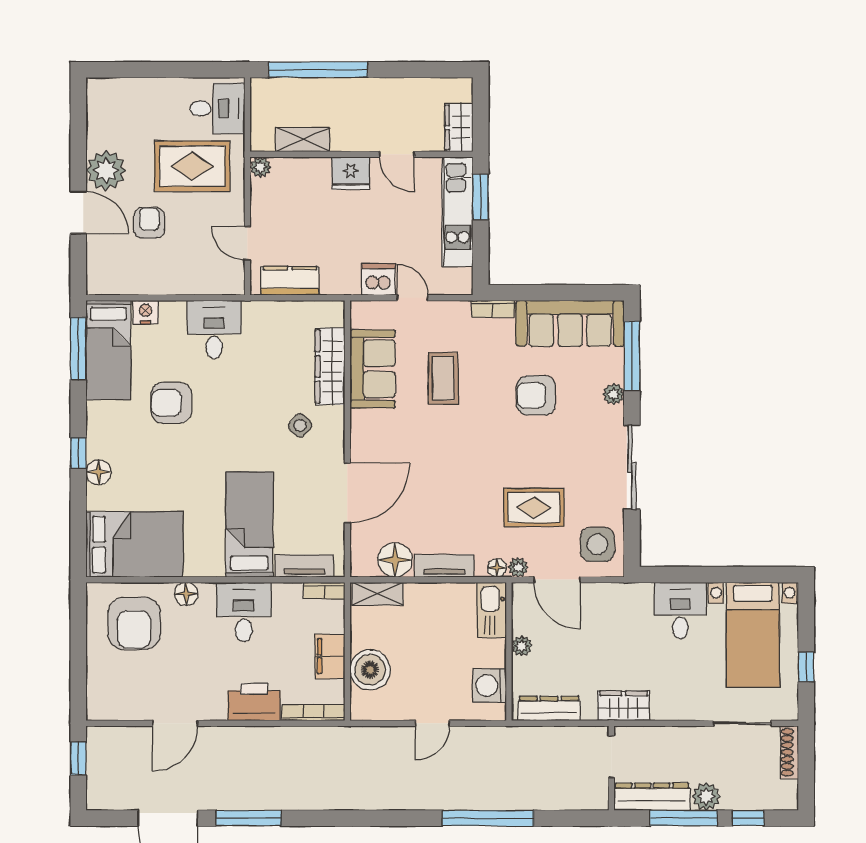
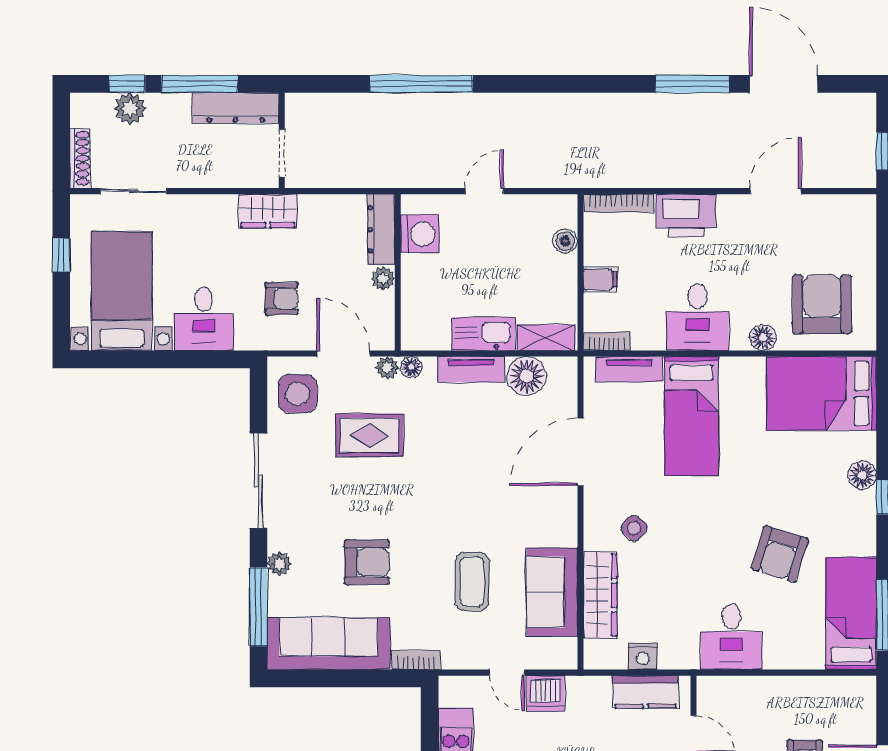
nightstand: (146, 312) -> (643, 656), moved
armchair: (171, 403) -> (780, 554), turned 107
kitchen sink: (492, 610) -> (484, 334), moved, turned -90
armchair: (612, 628) -> (281, 299), added
filing cabinet: (330, 656) -> (600, 279), width x0.50
boiler: (370, 670) -> (565, 241), width x0.54, depth x0.54
dresser: (549, 708) -> (381, 229), moved, turned 90
plant: (706, 796) -> (130, 108), moved

